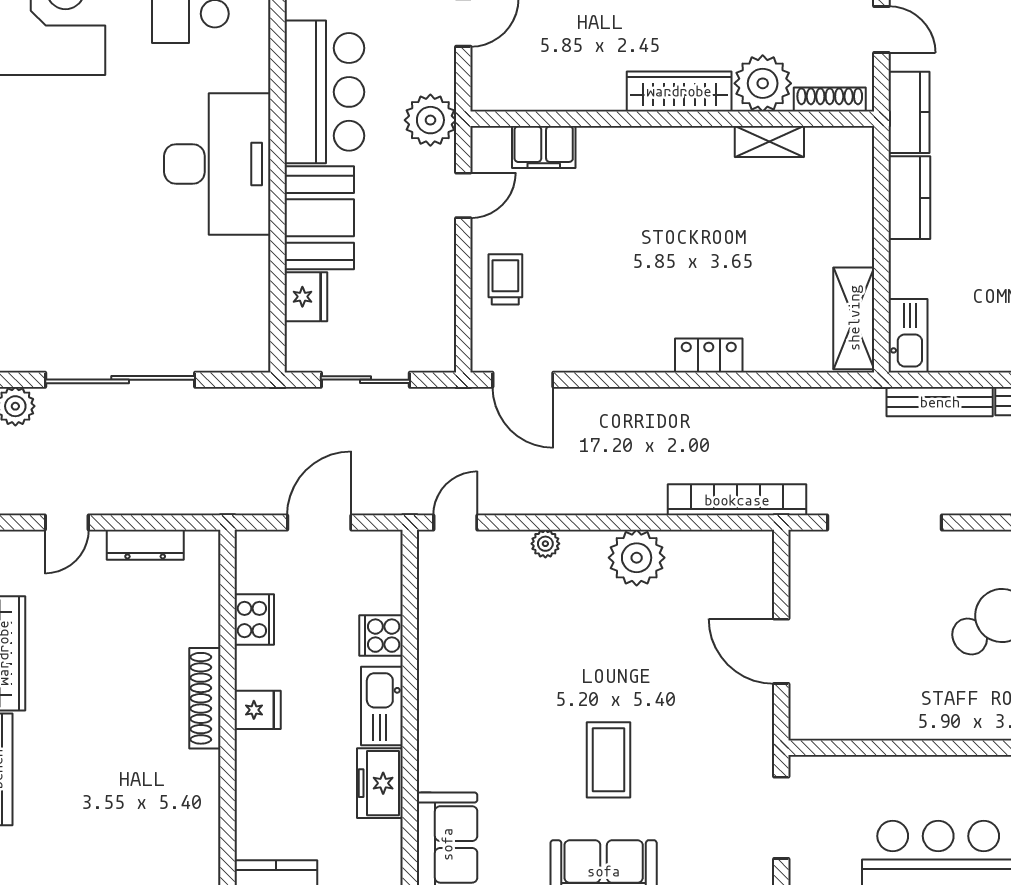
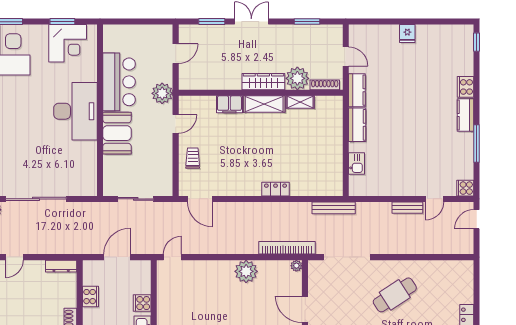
filing cabinet: (544, 147) -> (229, 104), moved
fridge: (306, 297) -> (112, 165), removed
shelving: (854, 318) -> (264, 104), moved, turned 90
kitchen sink: (908, 336) -> (357, 163), moved, width x0.73
bench: (940, 402) -> (334, 208), moved
plant: (545, 544) -> (296, 266), moved
dresser: (145, 545) -> (61, 266), moved

